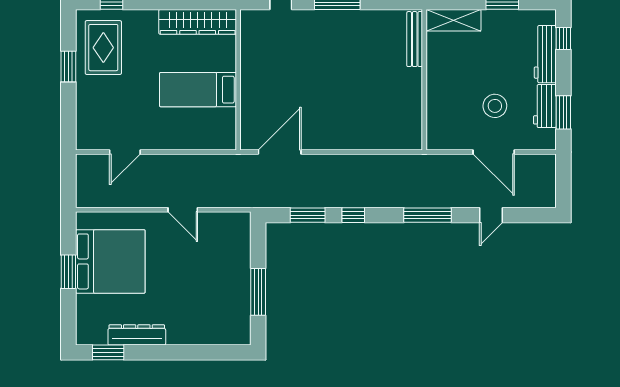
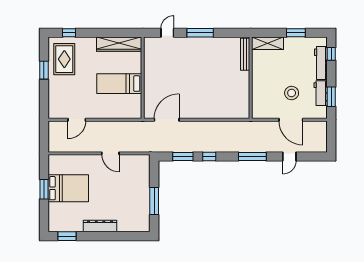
bed: (110, 261) -> (68, 188), width x0.73
dresser: (137, 335) -> (100, 226), moved

